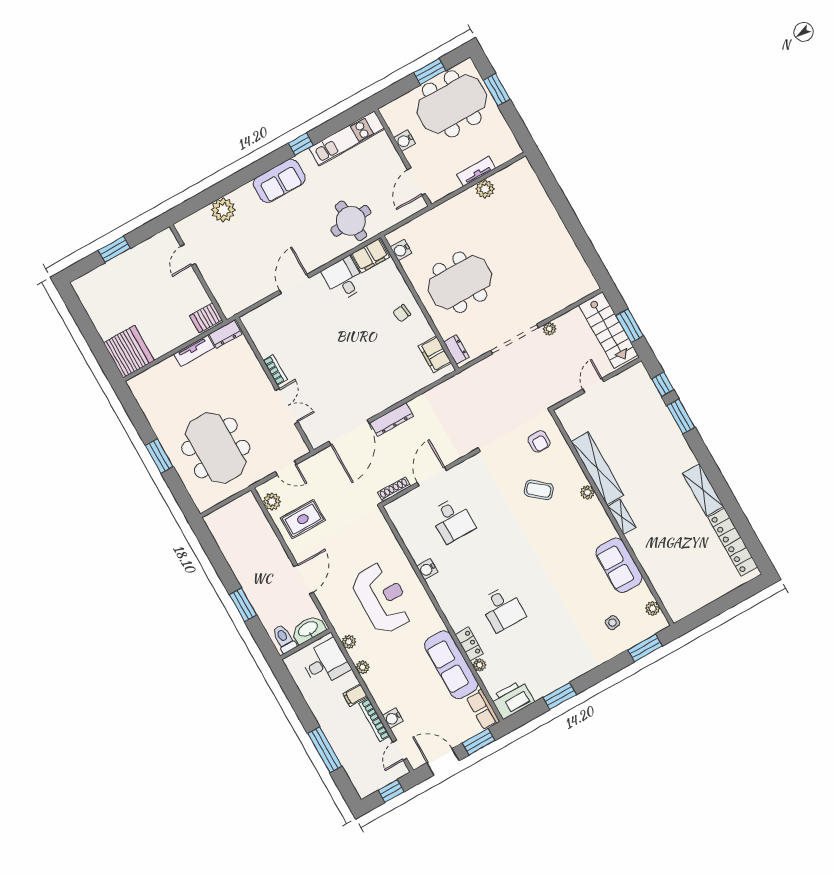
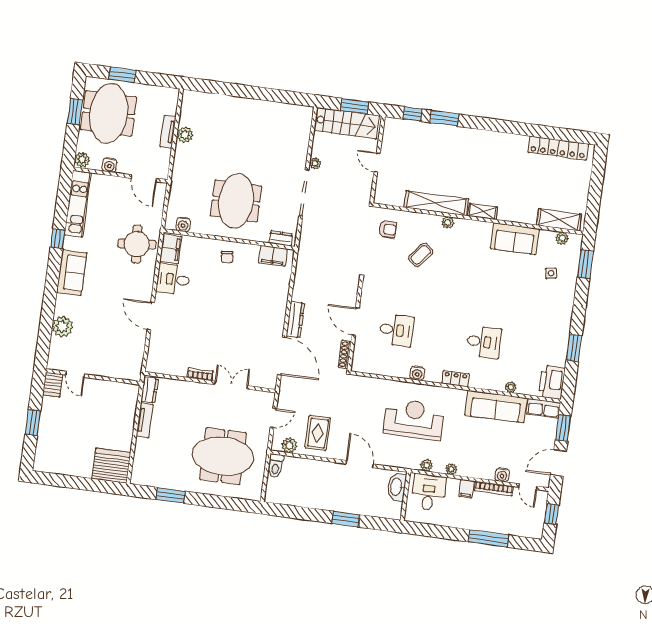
plant: (390, 112) -> (82, 160), added
server rack: (206, 318) -> (53, 385), moved
window: (159, 456) -> (171, 495), moved
shelving: (703, 490) -> (559, 220), moved
toilet: (284, 639) -> (276, 466), moved, turned -90
locker: (469, 644) -> (455, 379), moved

